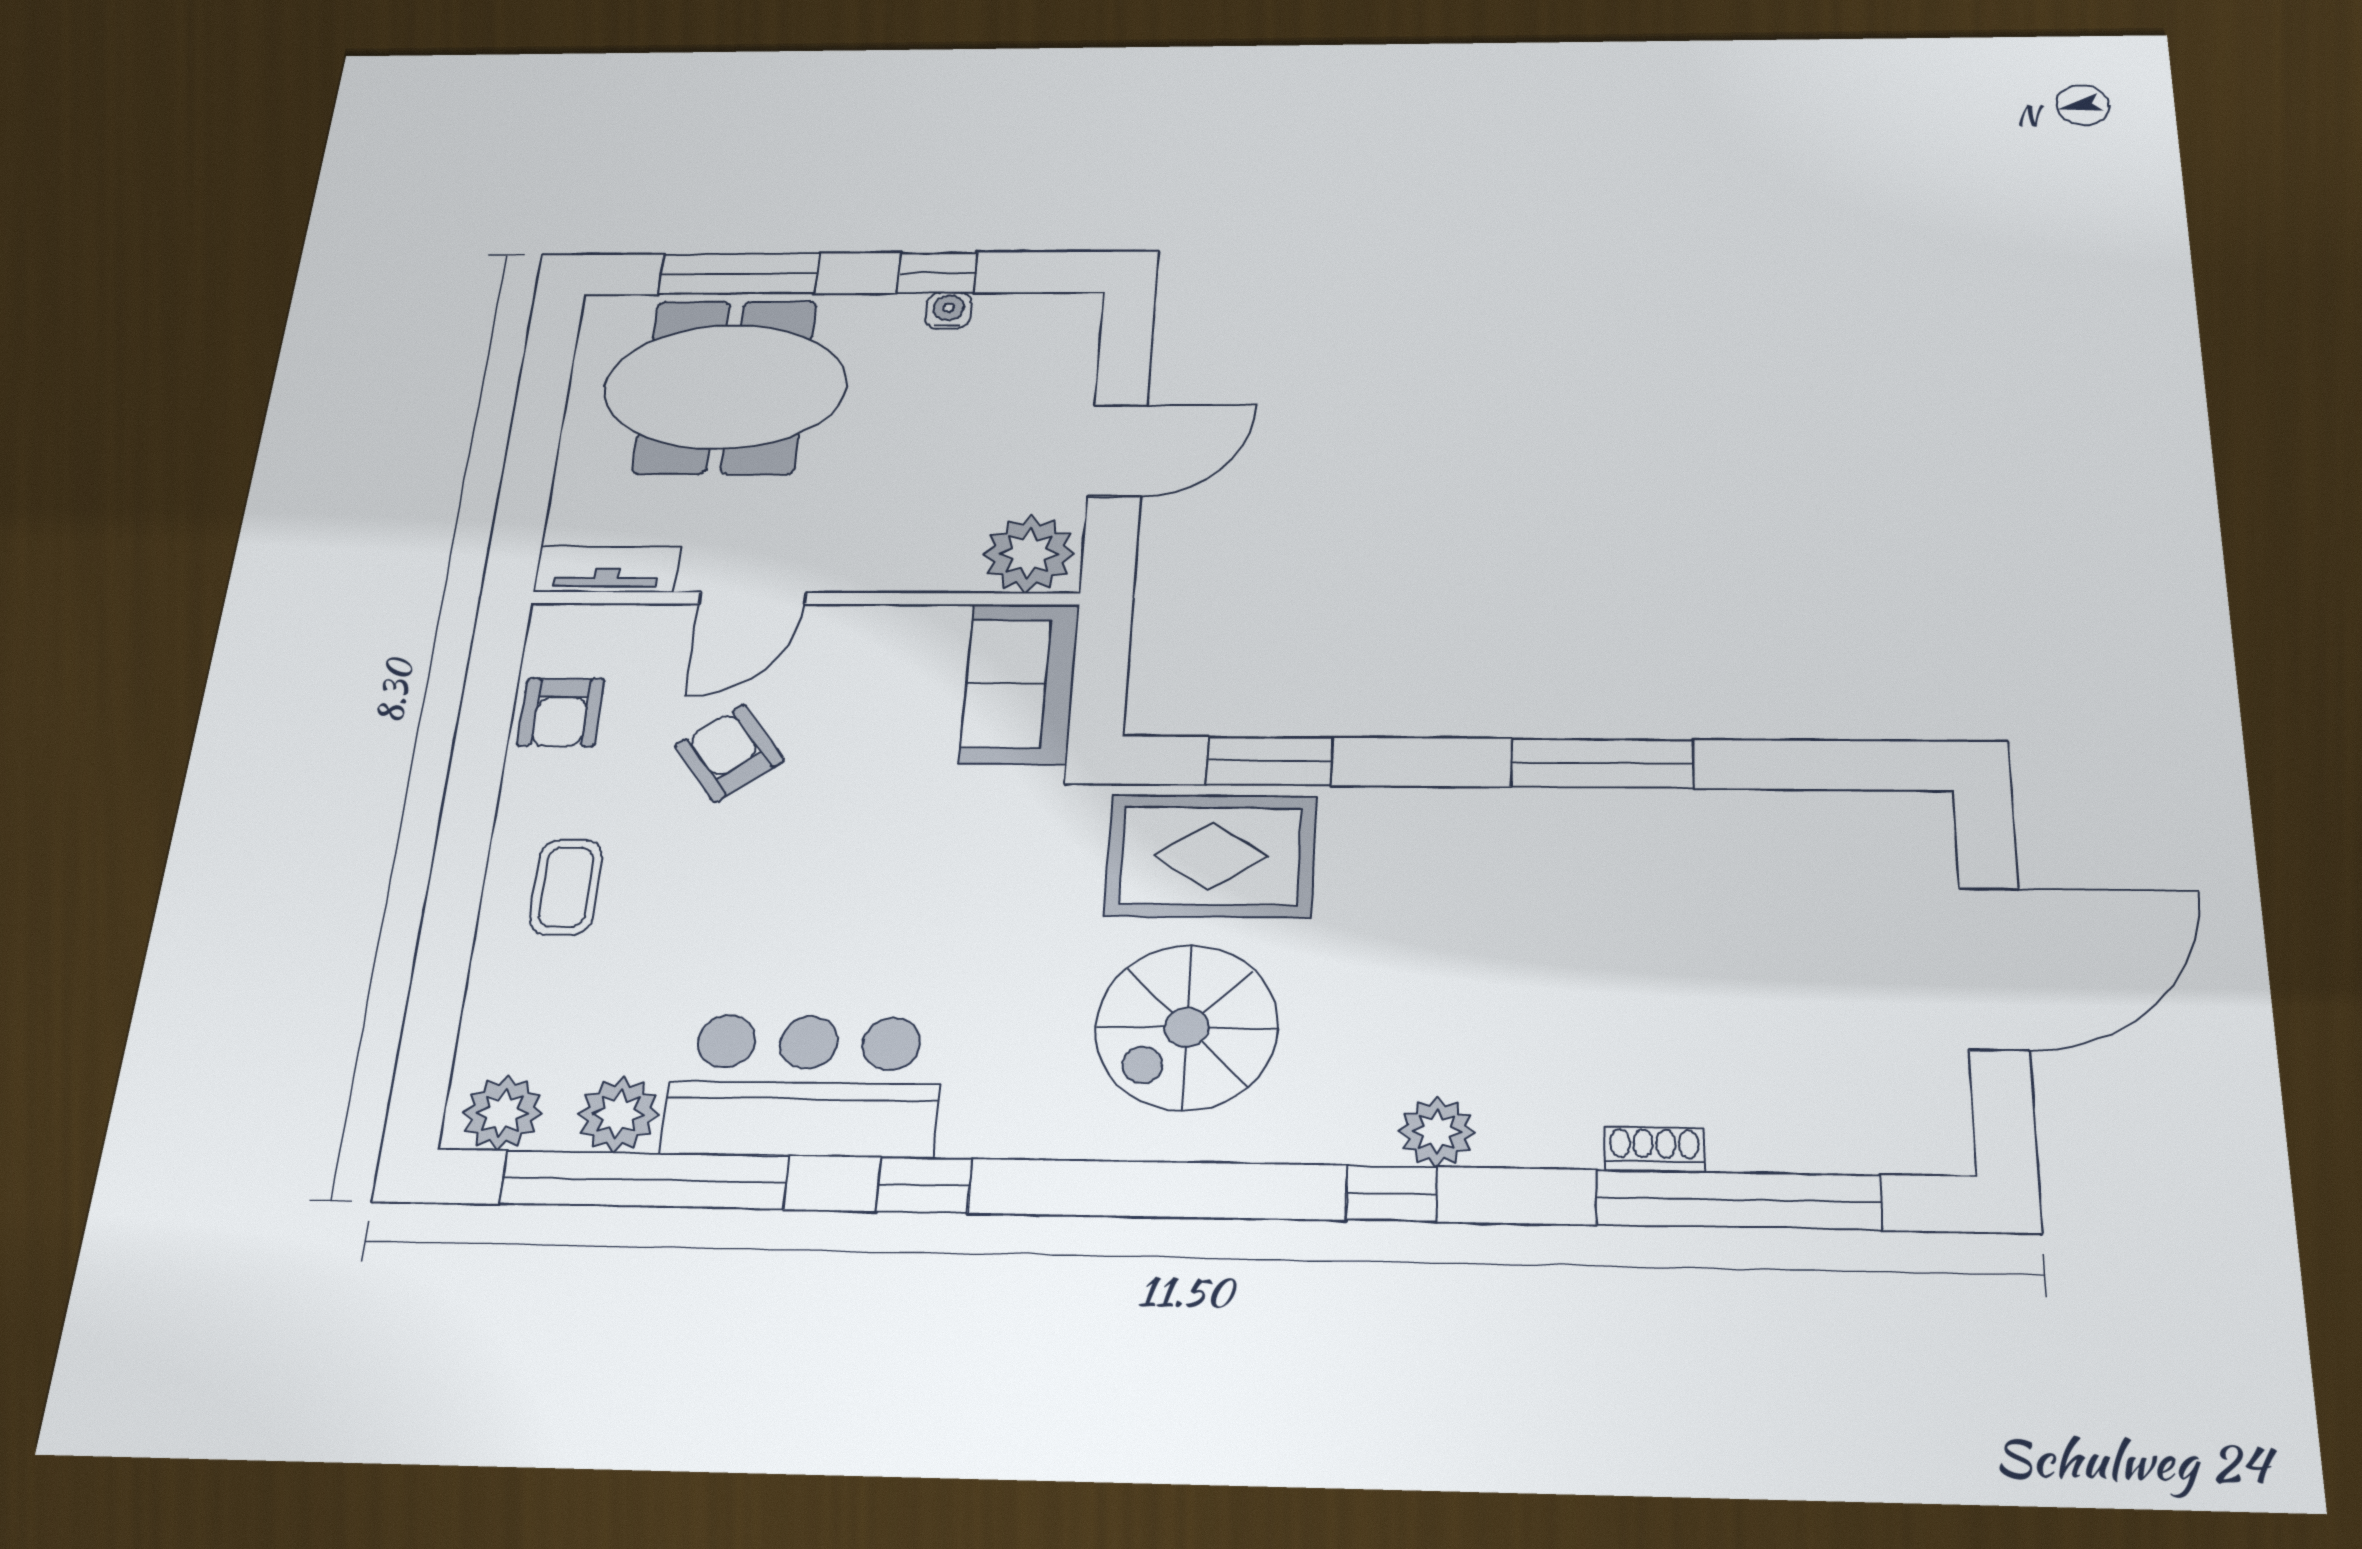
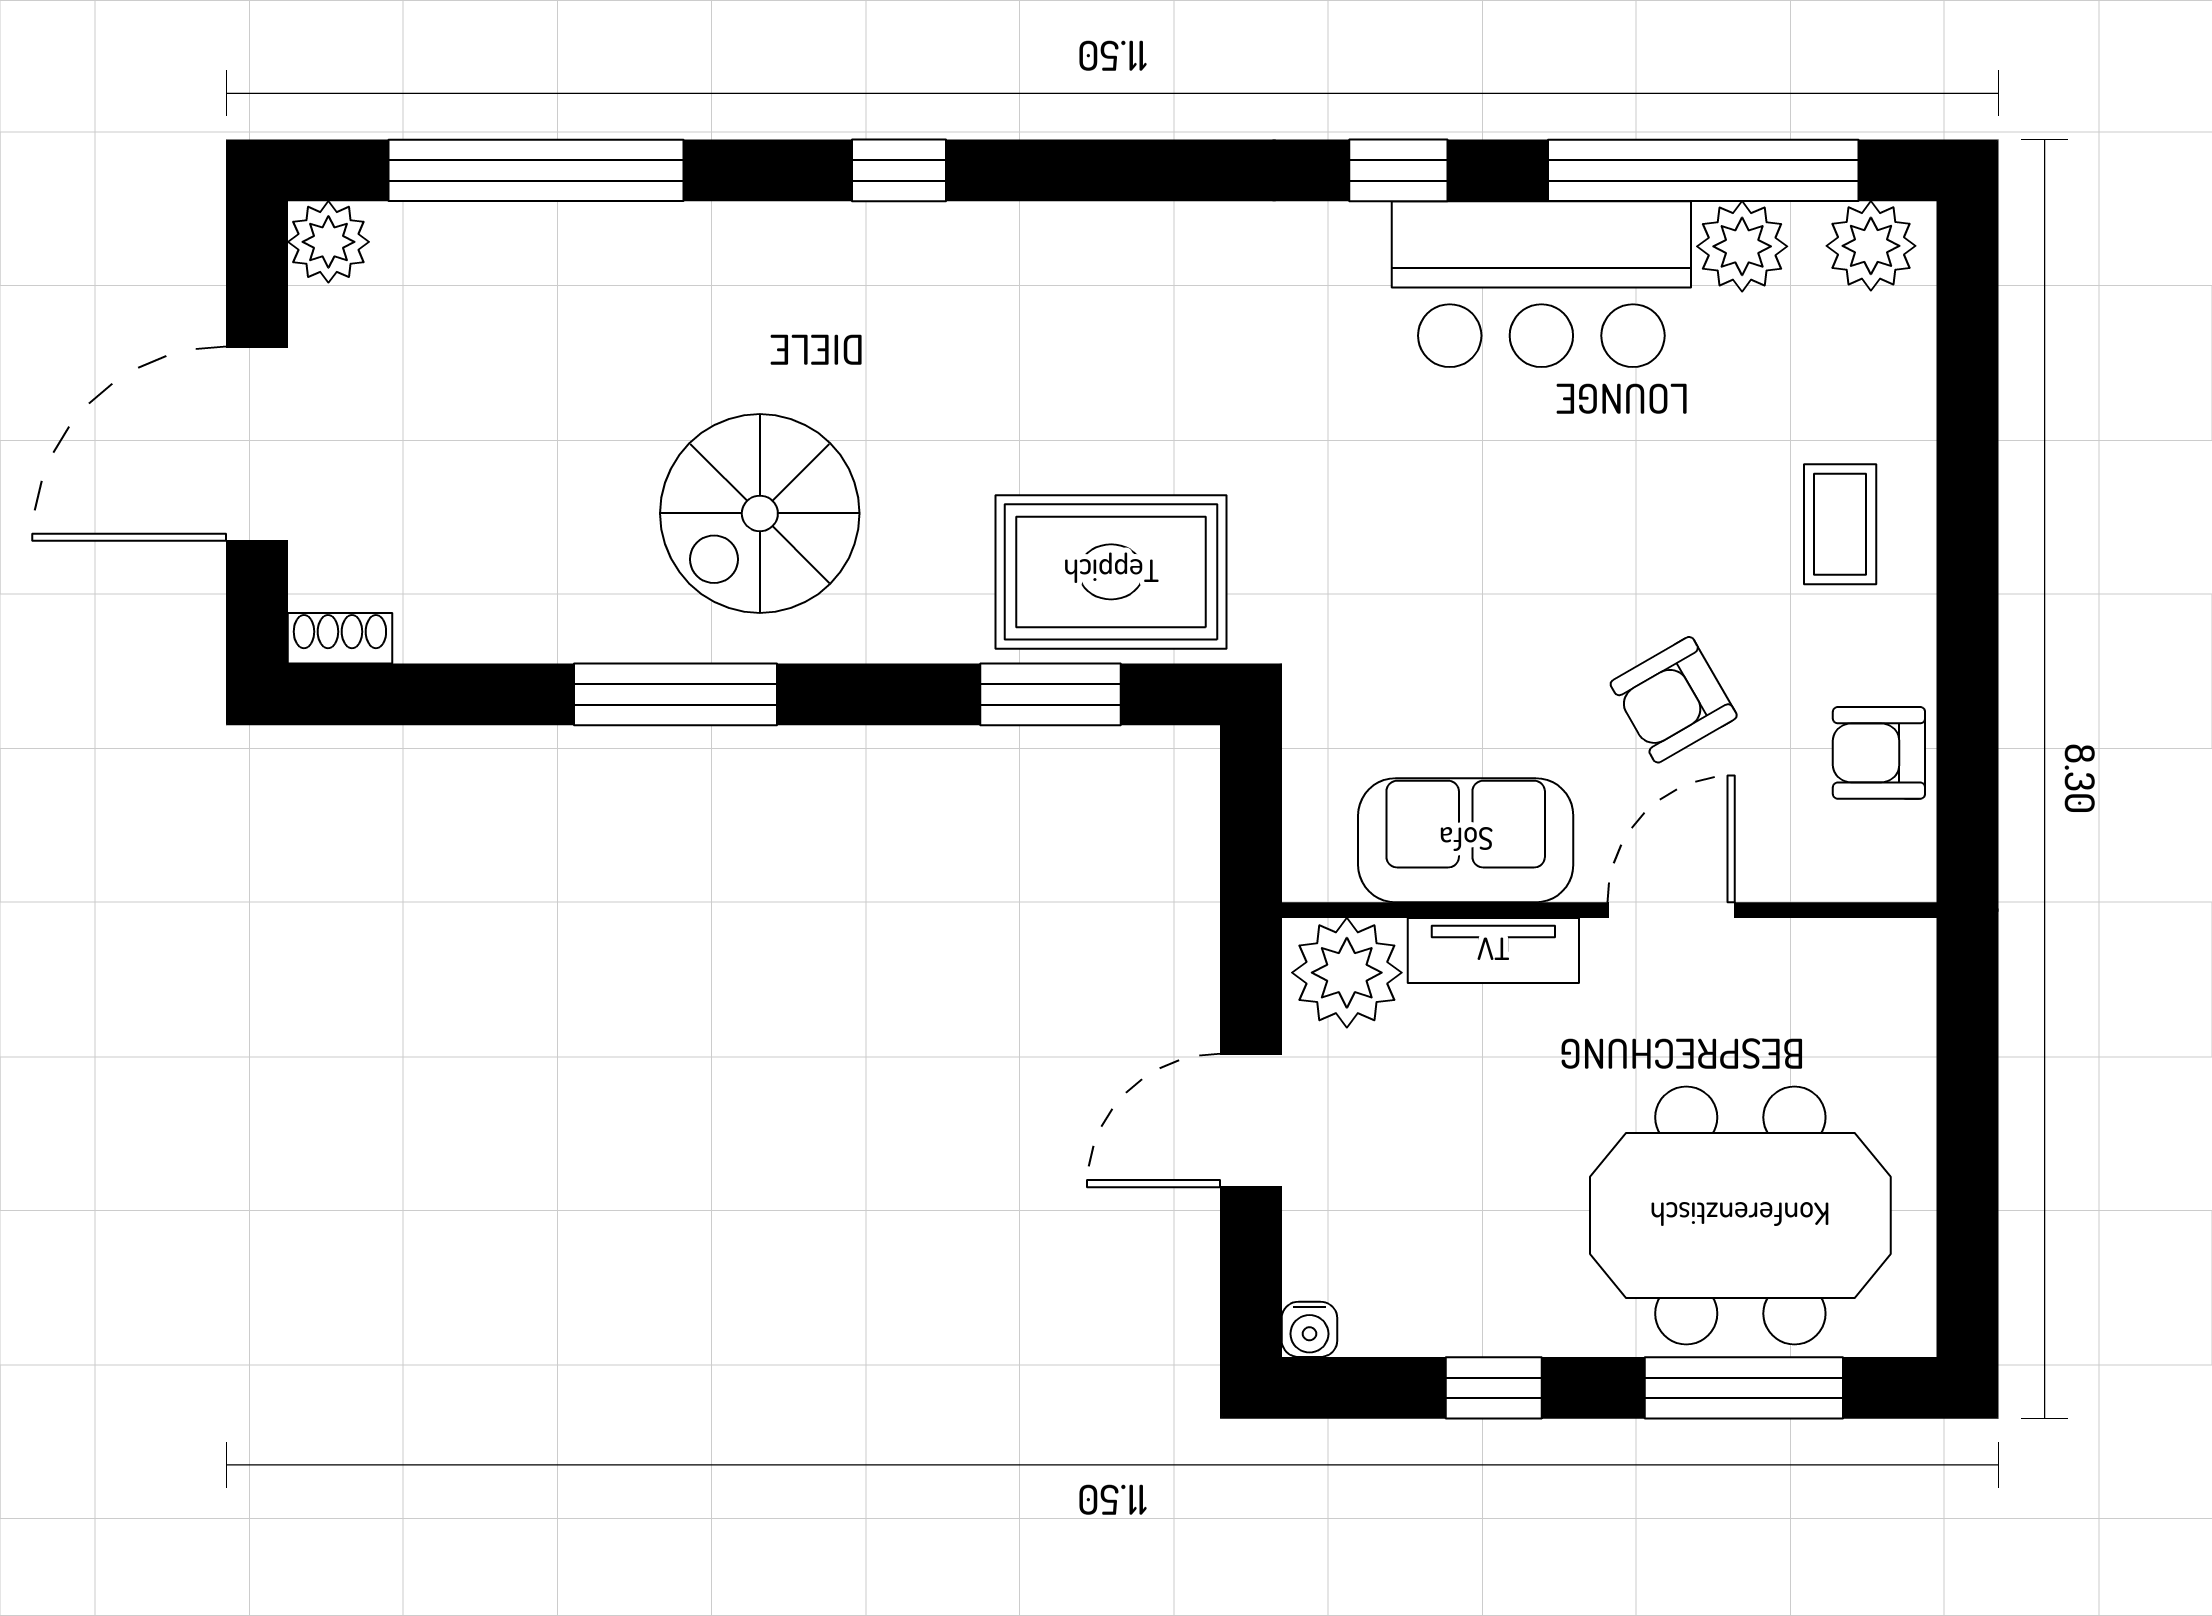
water cooler: (949, 311) -> (1309, 1329), moved
tv unit: (607, 569) -> (1493, 950), moved
sofa: (1020, 683) -> (1466, 840), moved, turned -90
armchair: (561, 712) -> (1879, 753), turned -90
armchair: (729, 753) -> (1674, 700), turned 97
spiral stairs: (1187, 1027) -> (760, 513), moved, turned 180
plant: (1437, 1132) -> (328, 242), moved
shoe rack: (1654, 1149) -> (340, 638), moved, turned 180

